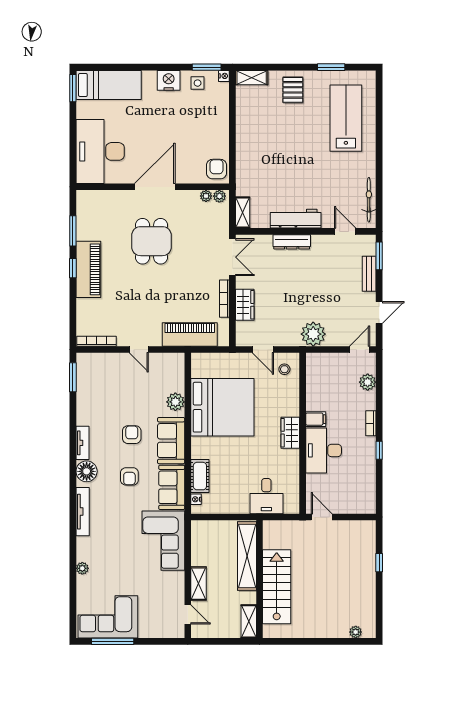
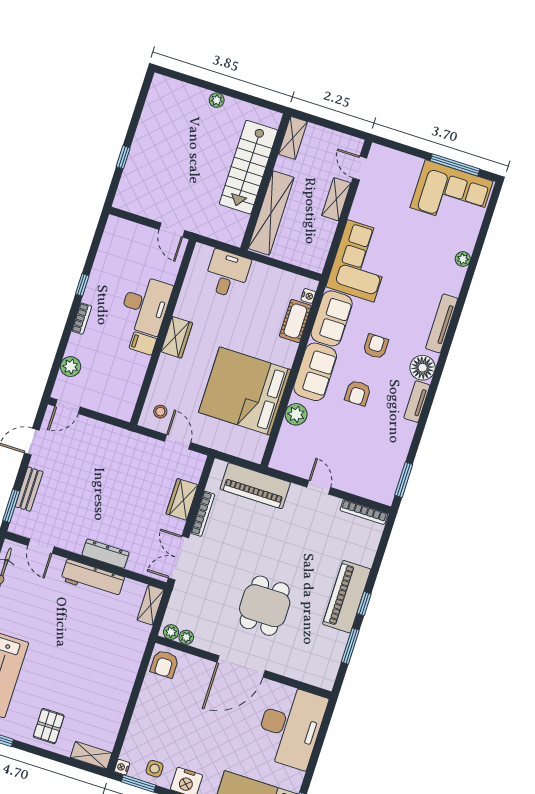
plant: (313, 334) -> (115, 441), removed
plant: (356, 632) -> (217, 100), moved

